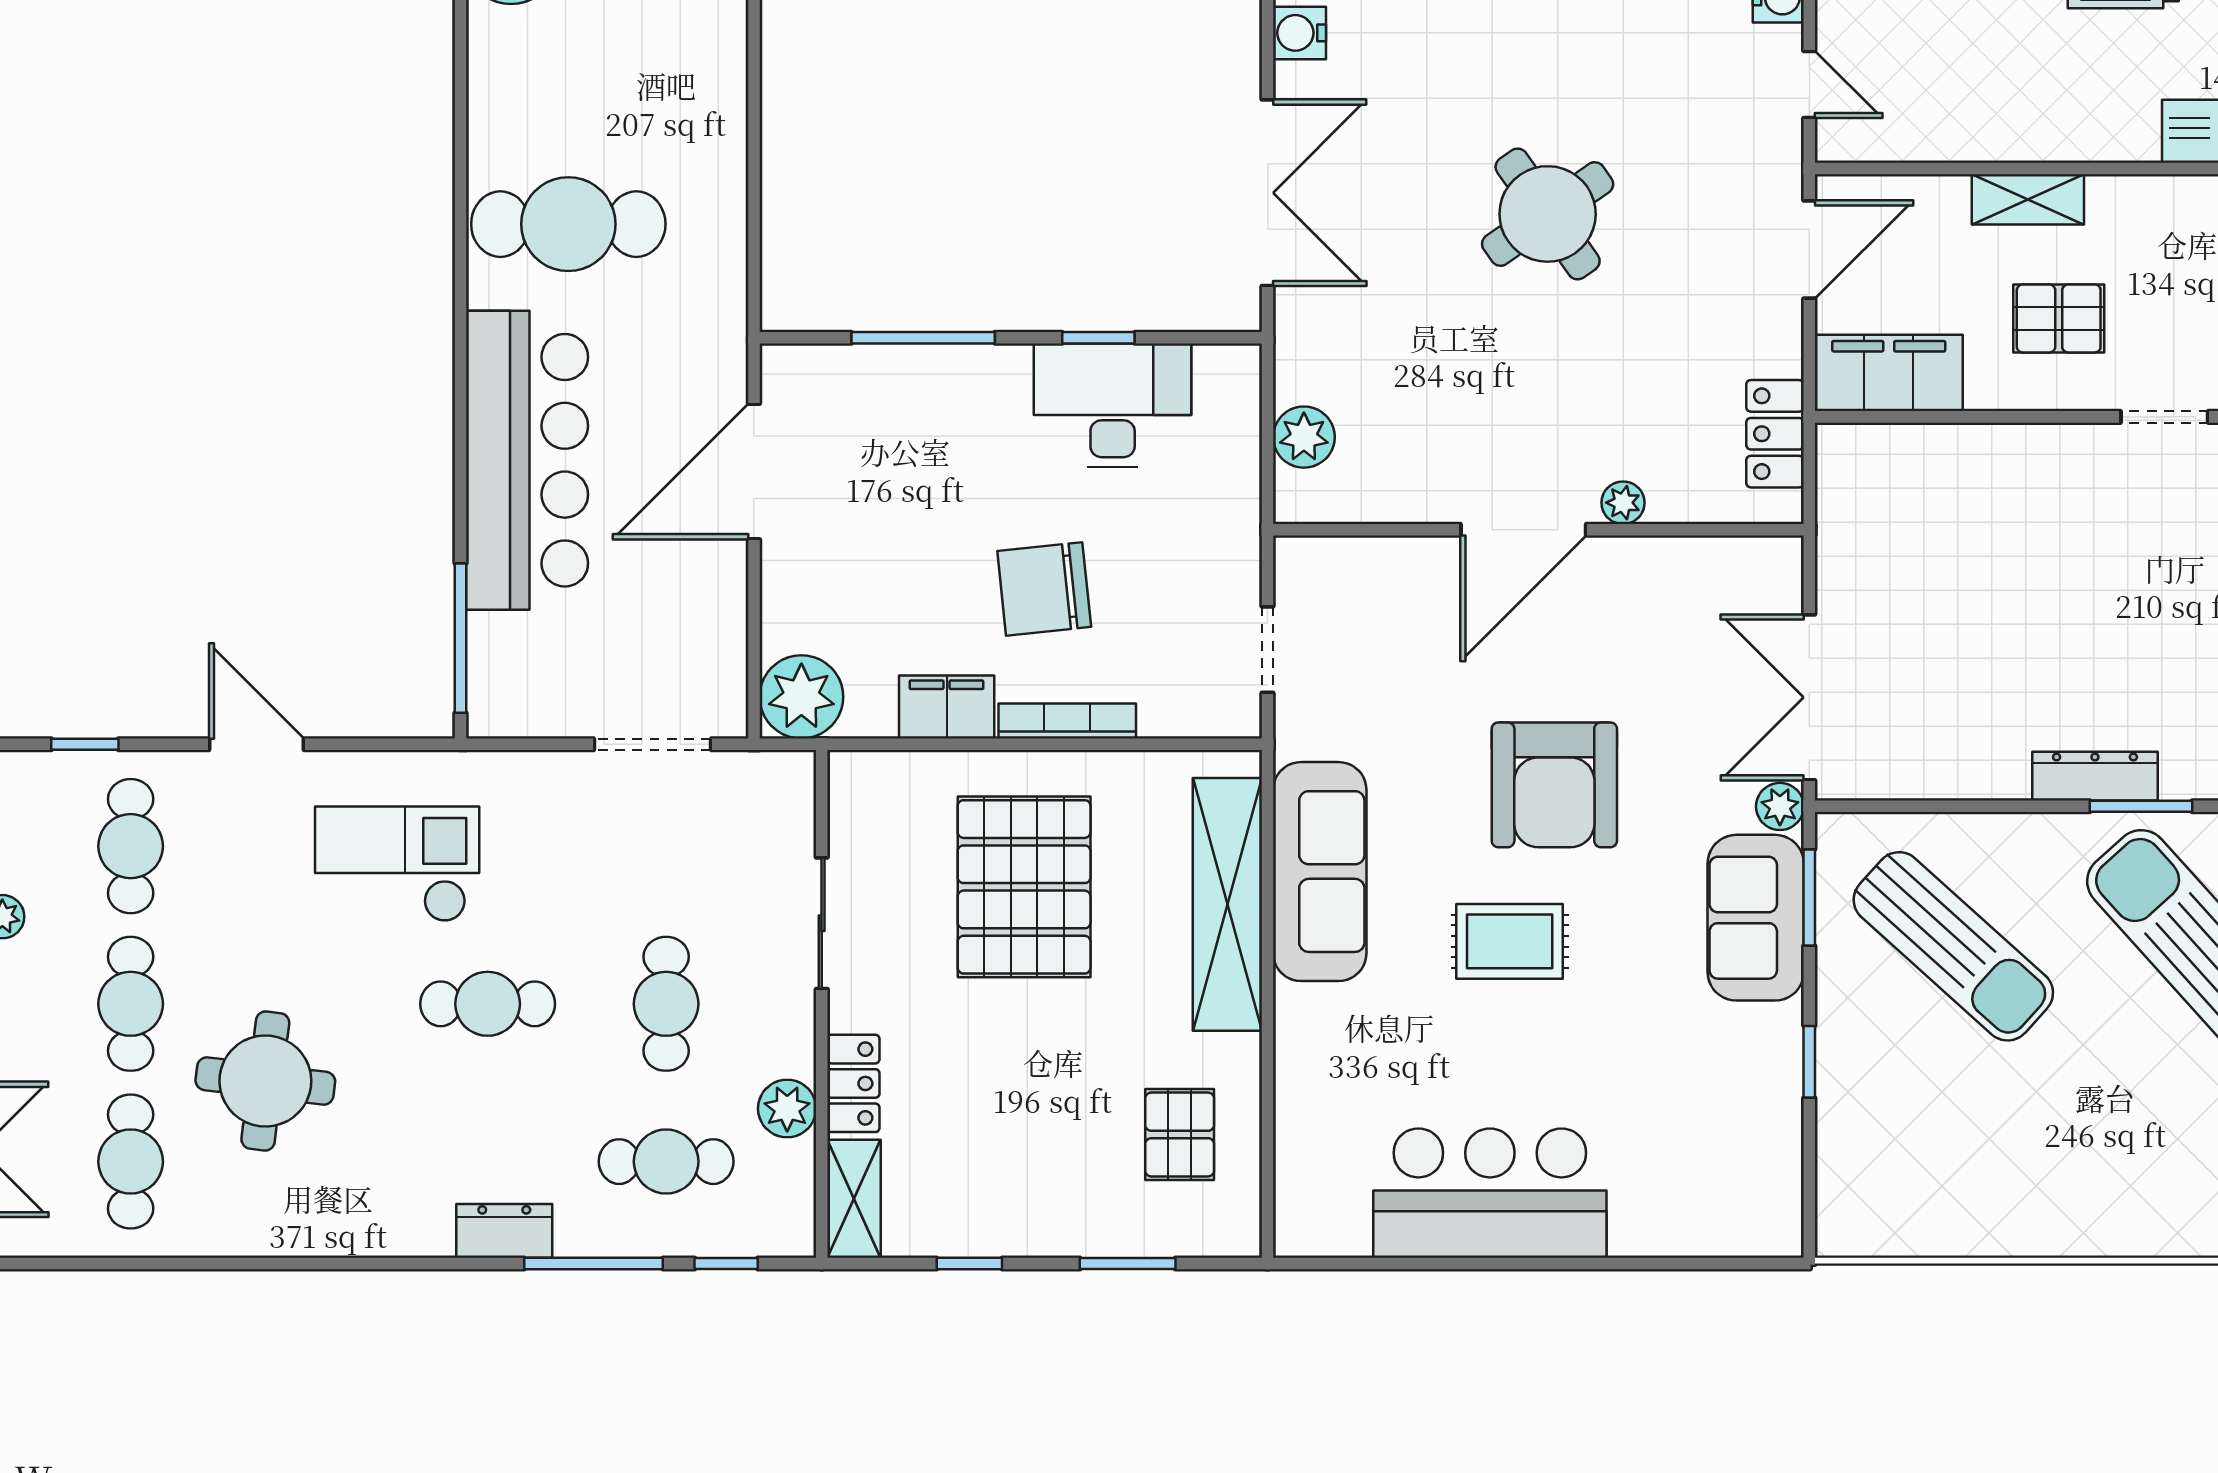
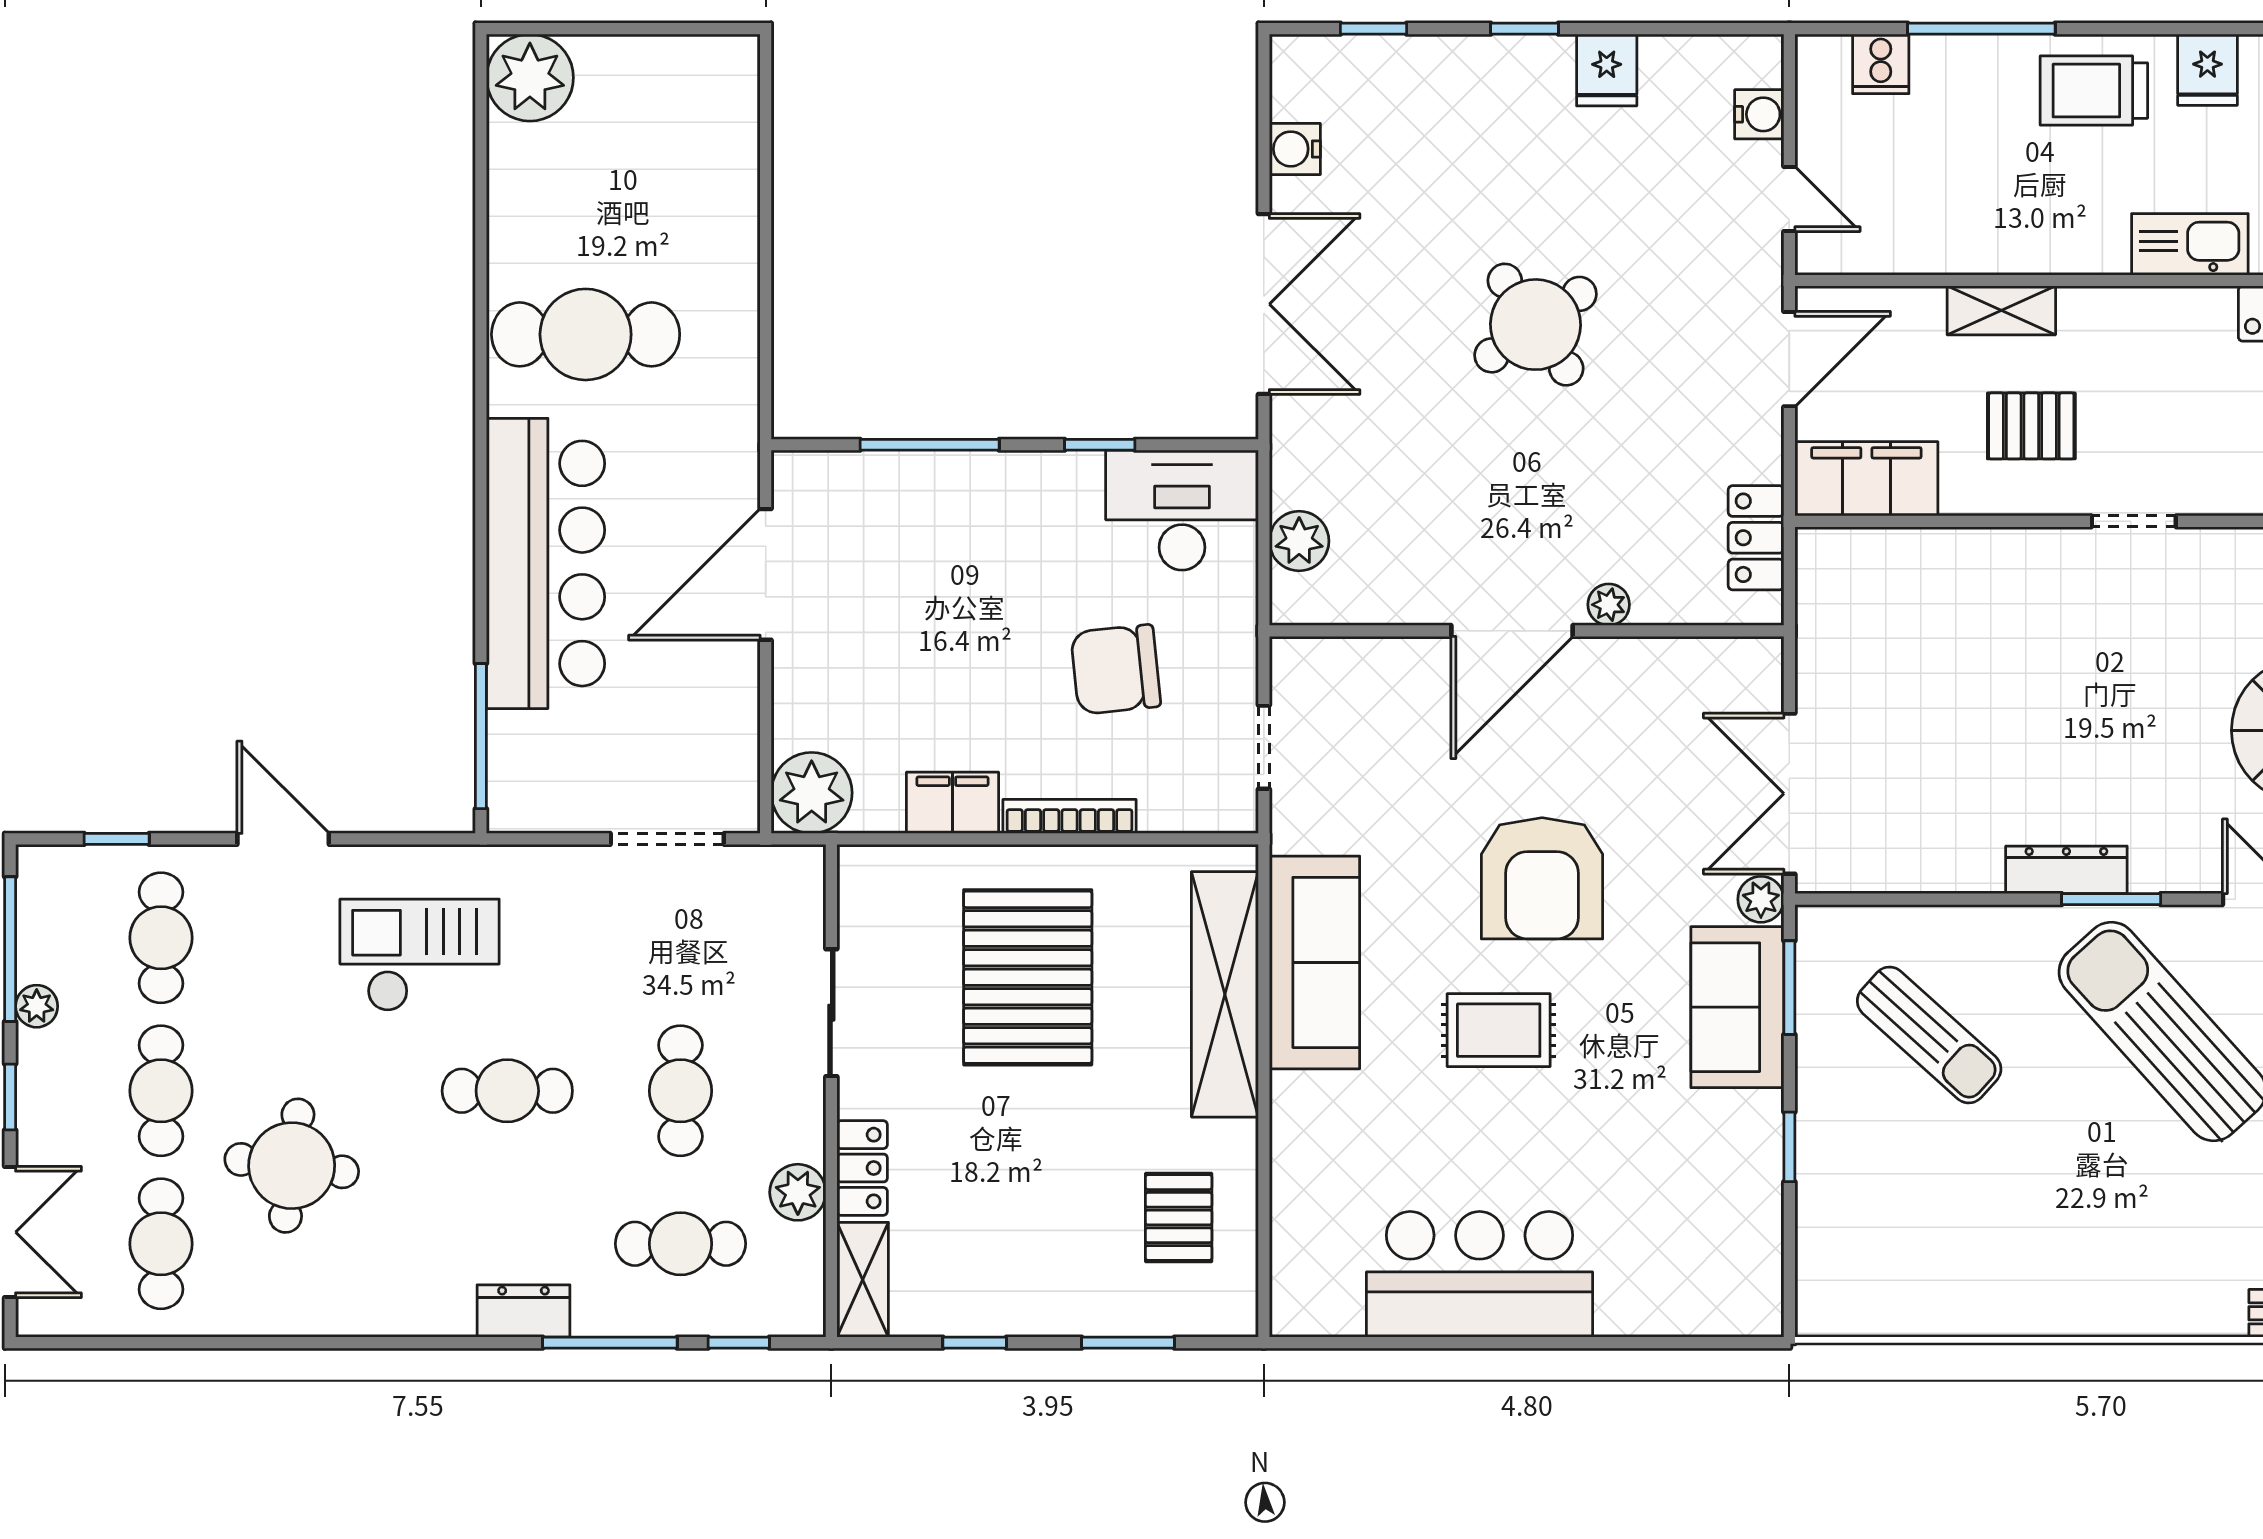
desk: (1113, 405) -> (1182, 510), moved
chair: (1044, 589) -> (1116, 669), moved
sun lounger: (1953, 946) -> (1929, 1035), width x0.73, depth x0.75

